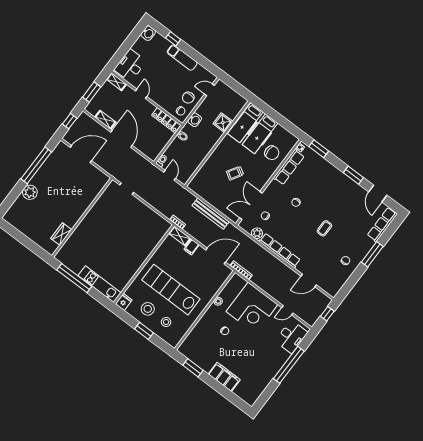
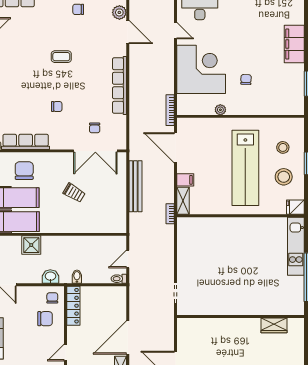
chair: (188, 98) -> (45, 319), moved
plant: (257, 233) -> (119, 12), moved

